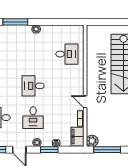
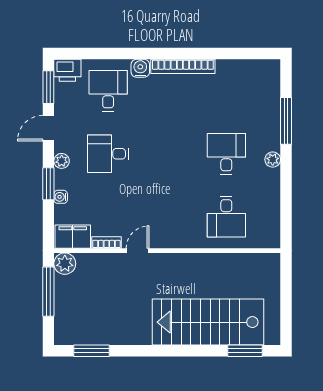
desk: (33, 86) -> (226, 154), moved

